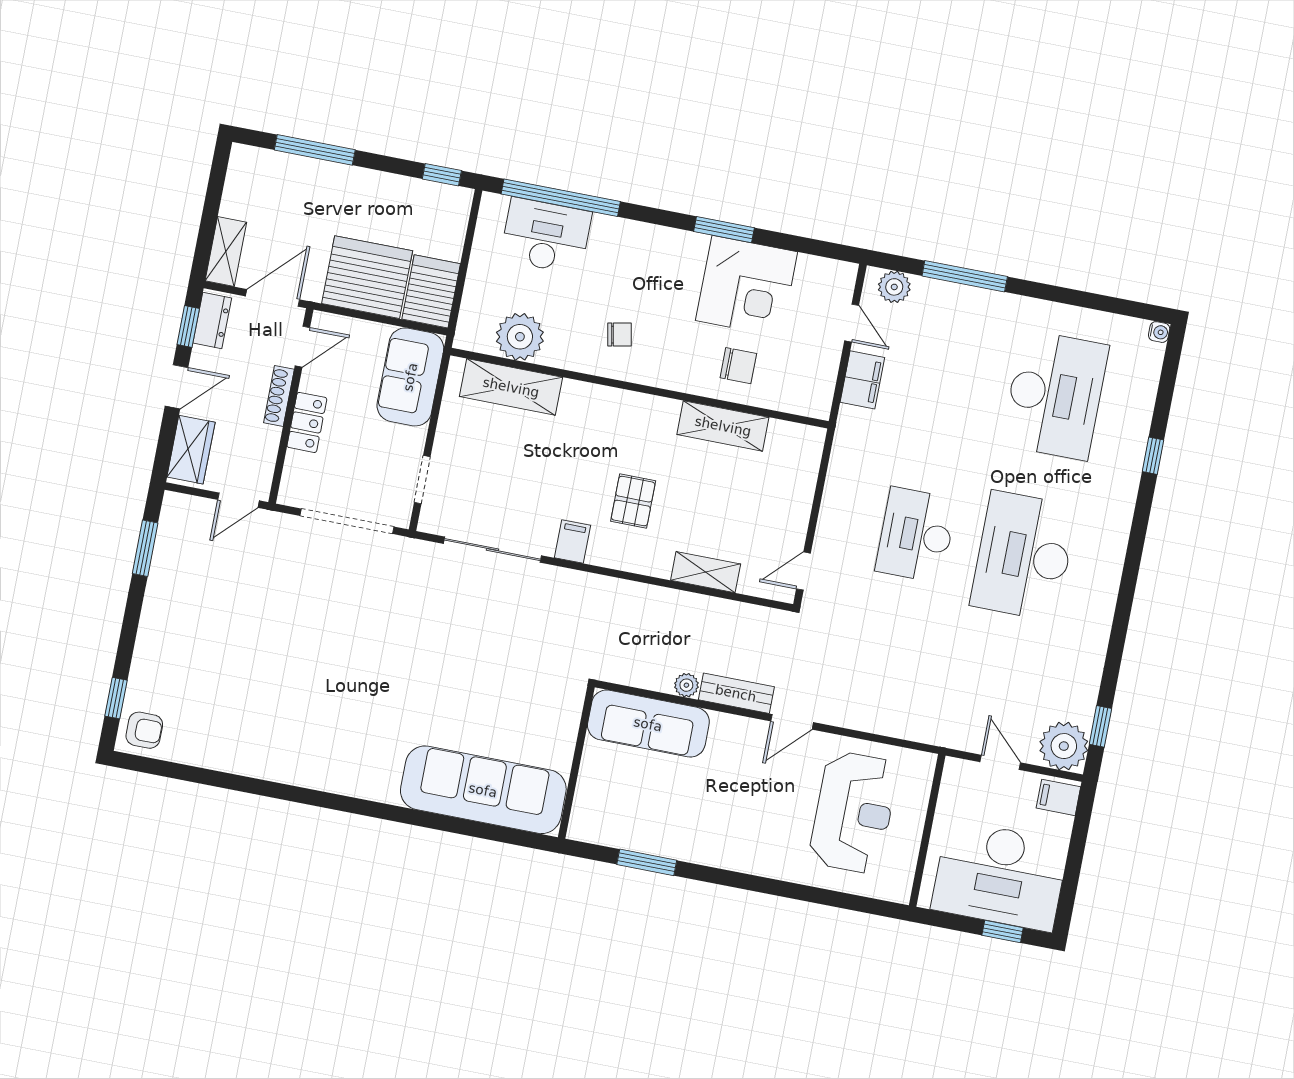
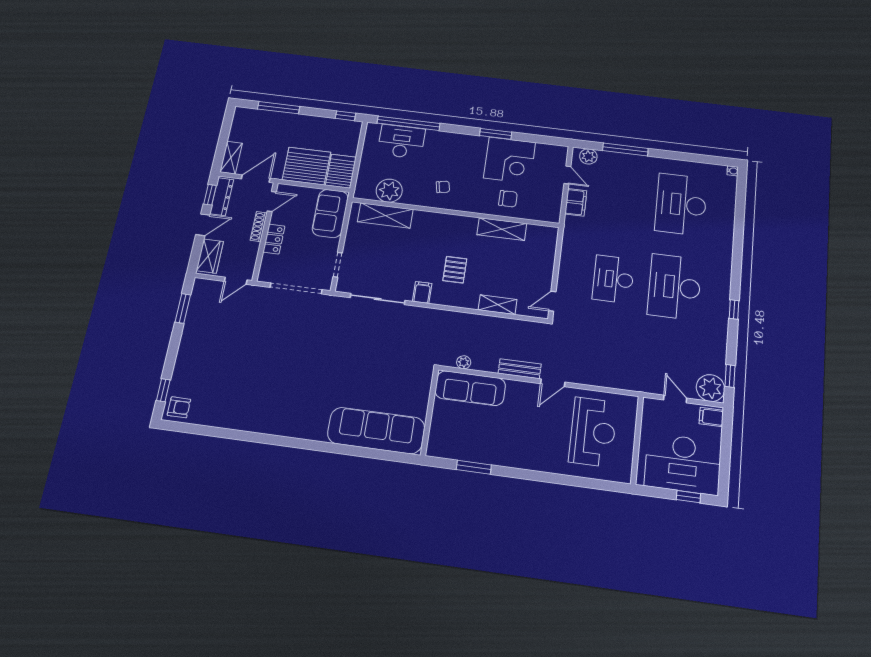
dresser: (212, 321) -> (222, 197), width x1.44
desk: (1055, 395) -> (681, 204), turned 180
window: (1153, 456) -> (734, 309), moved
plant: (686, 685) -> (464, 362), moved

